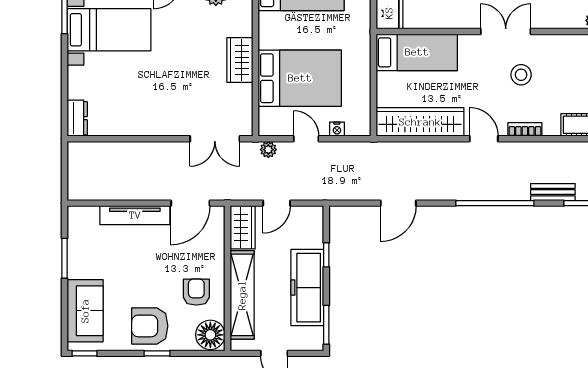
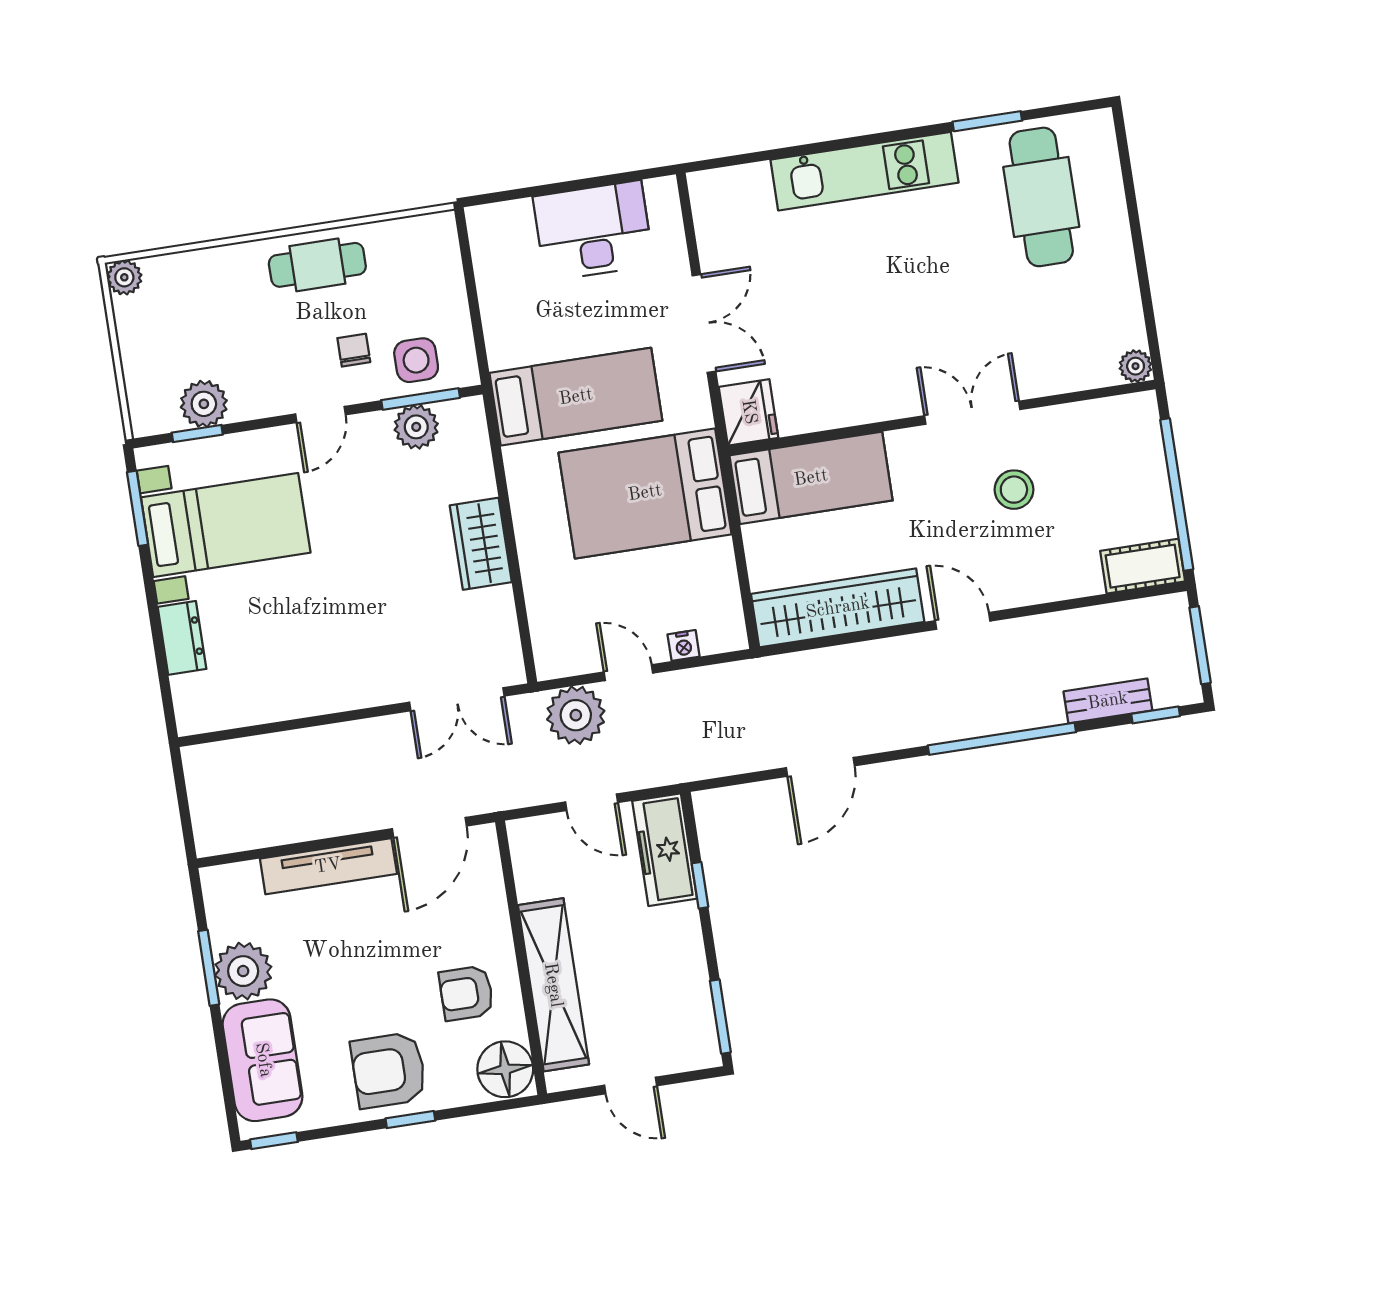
bed: (300, 78) -> (645, 493), moved, turned 180
dresser: (77, 118) -> (182, 638), moved
bookcase: (525, 129) -> (1037, 591), removed
plant: (268, 150) -> (576, 715), width x1.87, depth x1.87
door: (277, 203) -> (592, 802), hinge flipped
wardrobe: (243, 227) -> (535, 858), removed
plant: (82, 263) -> (243, 971), added
freezer: (307, 288) -> (665, 850), moved, width x0.73, depth x0.79
armchair: (196, 292) -> (466, 993), turned -90

